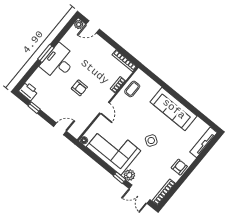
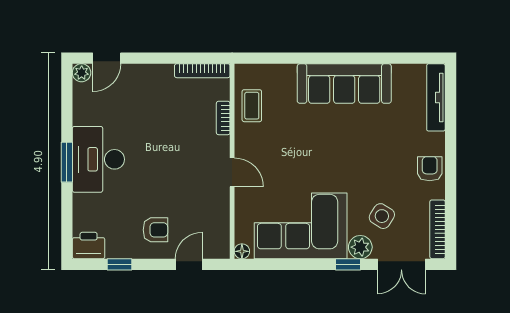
armchair: (79, 88) -> (155, 230), moved
side table: (151, 141) -> (382, 216), moved

